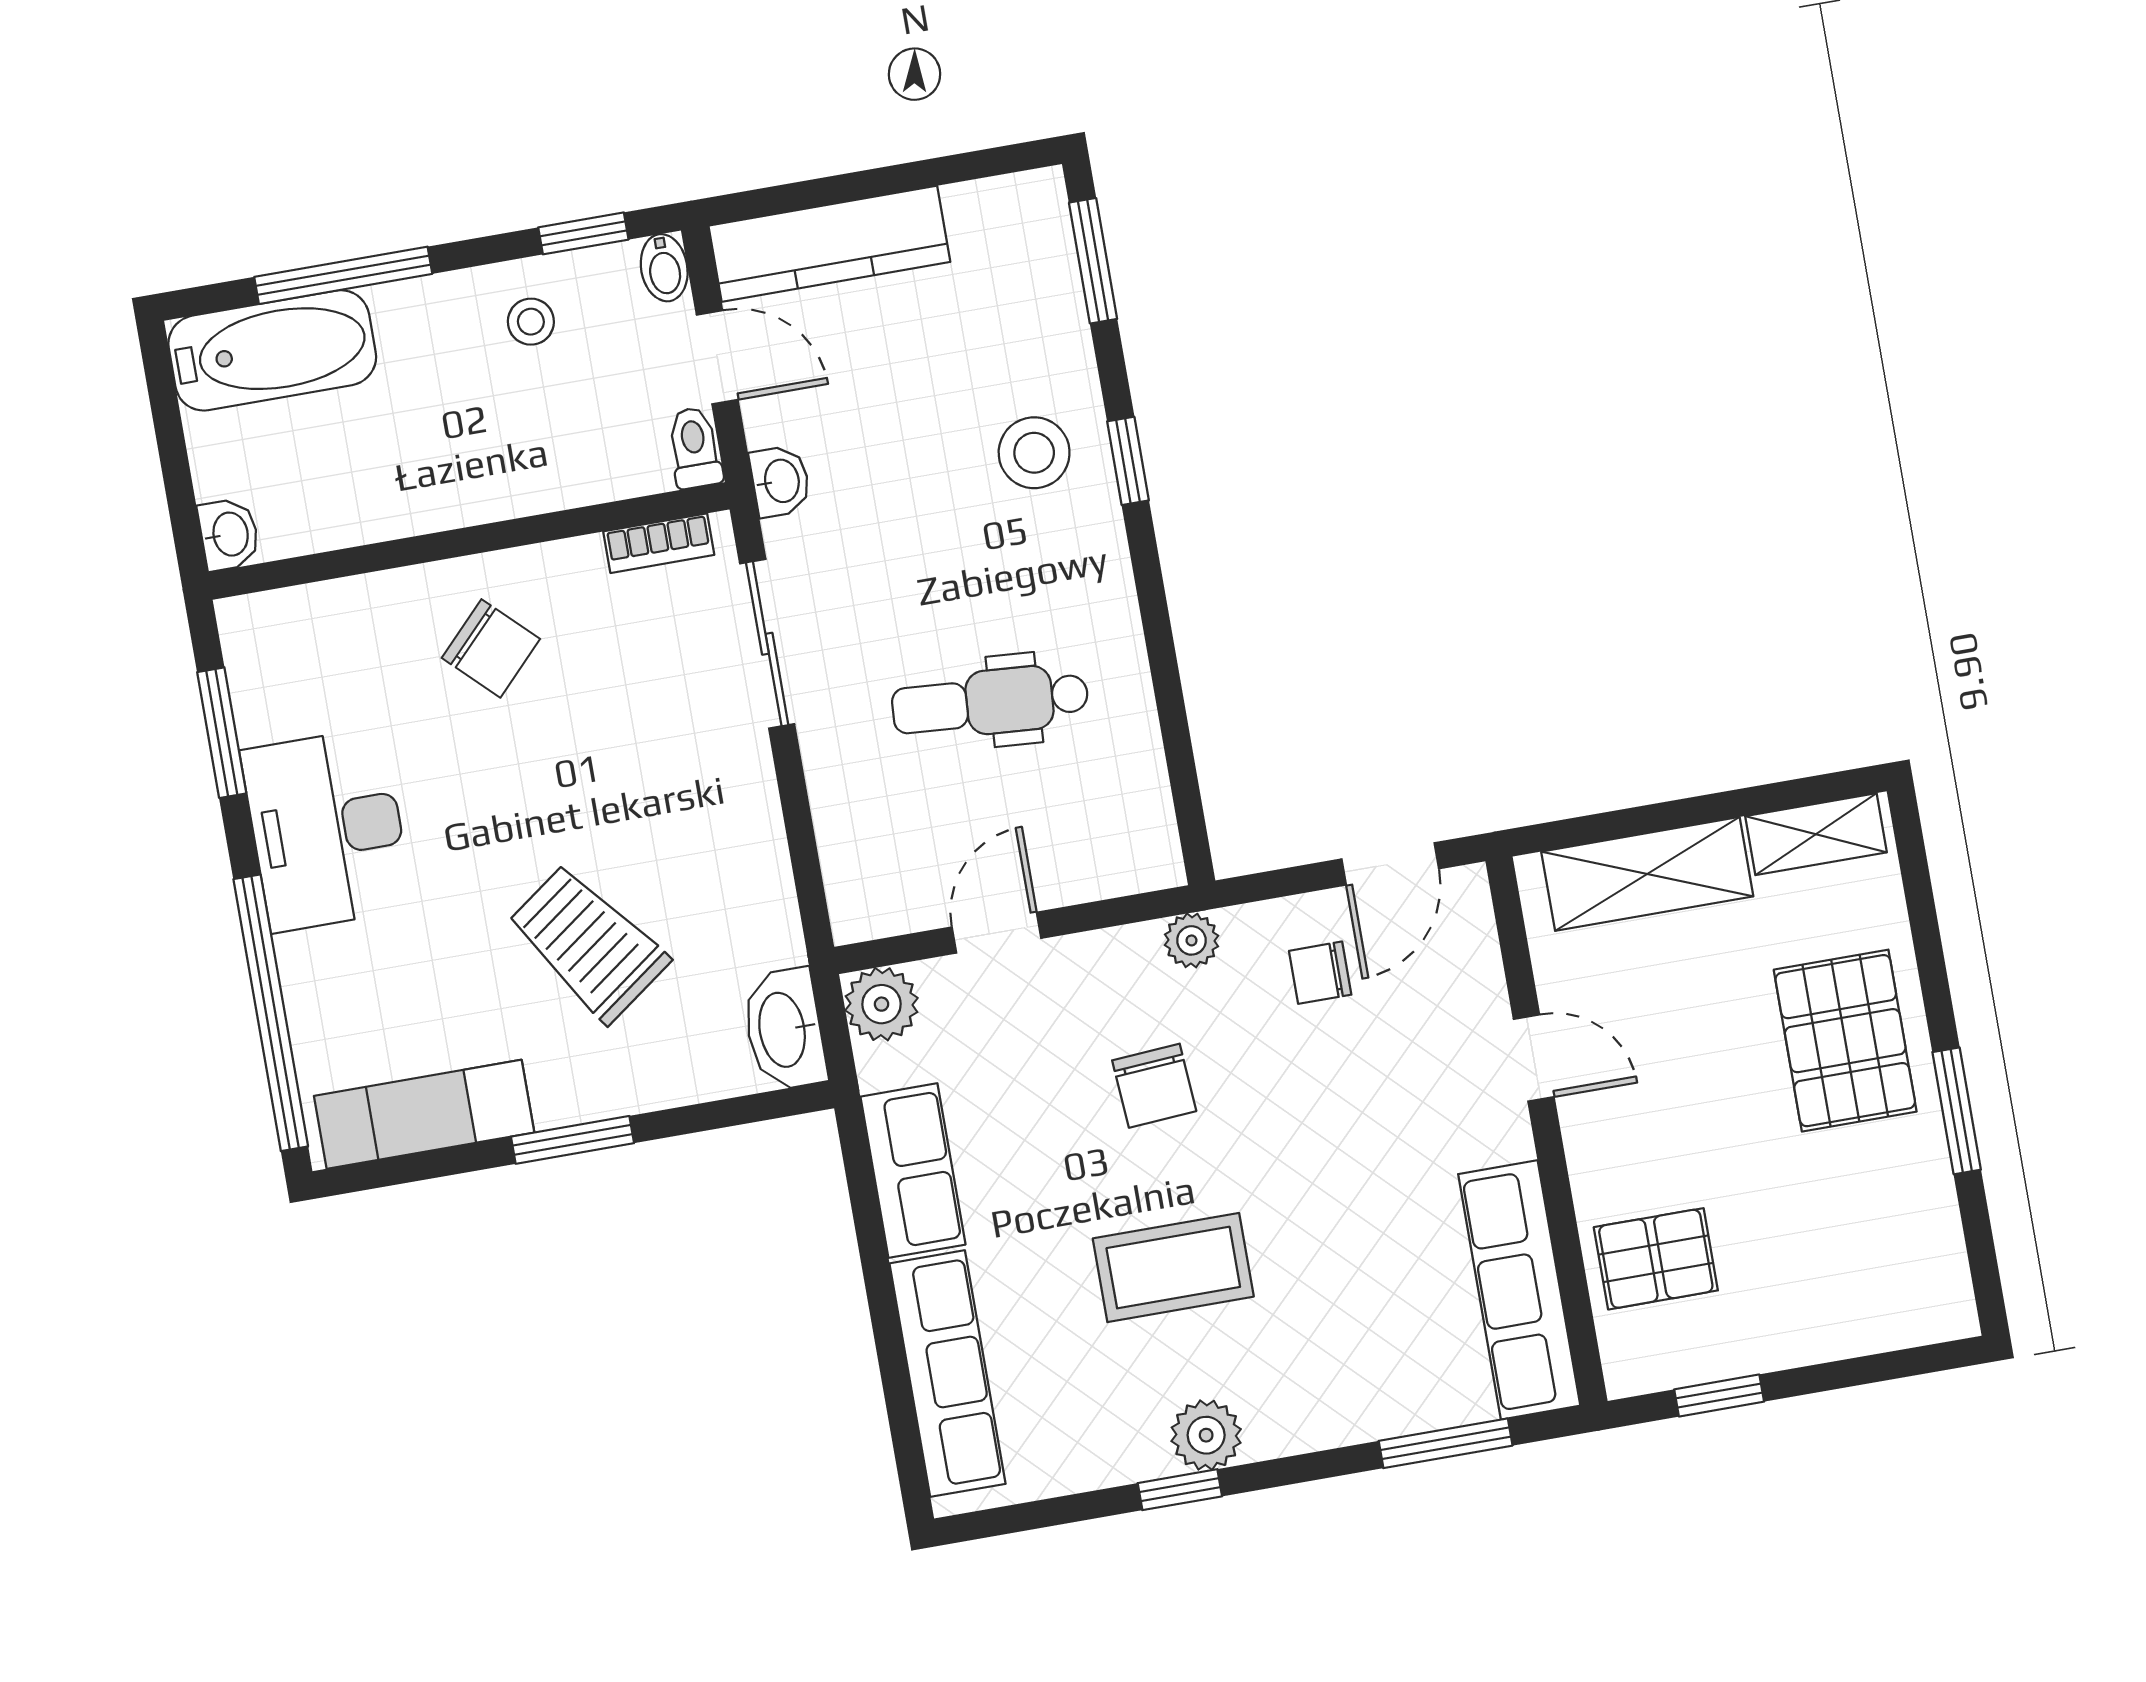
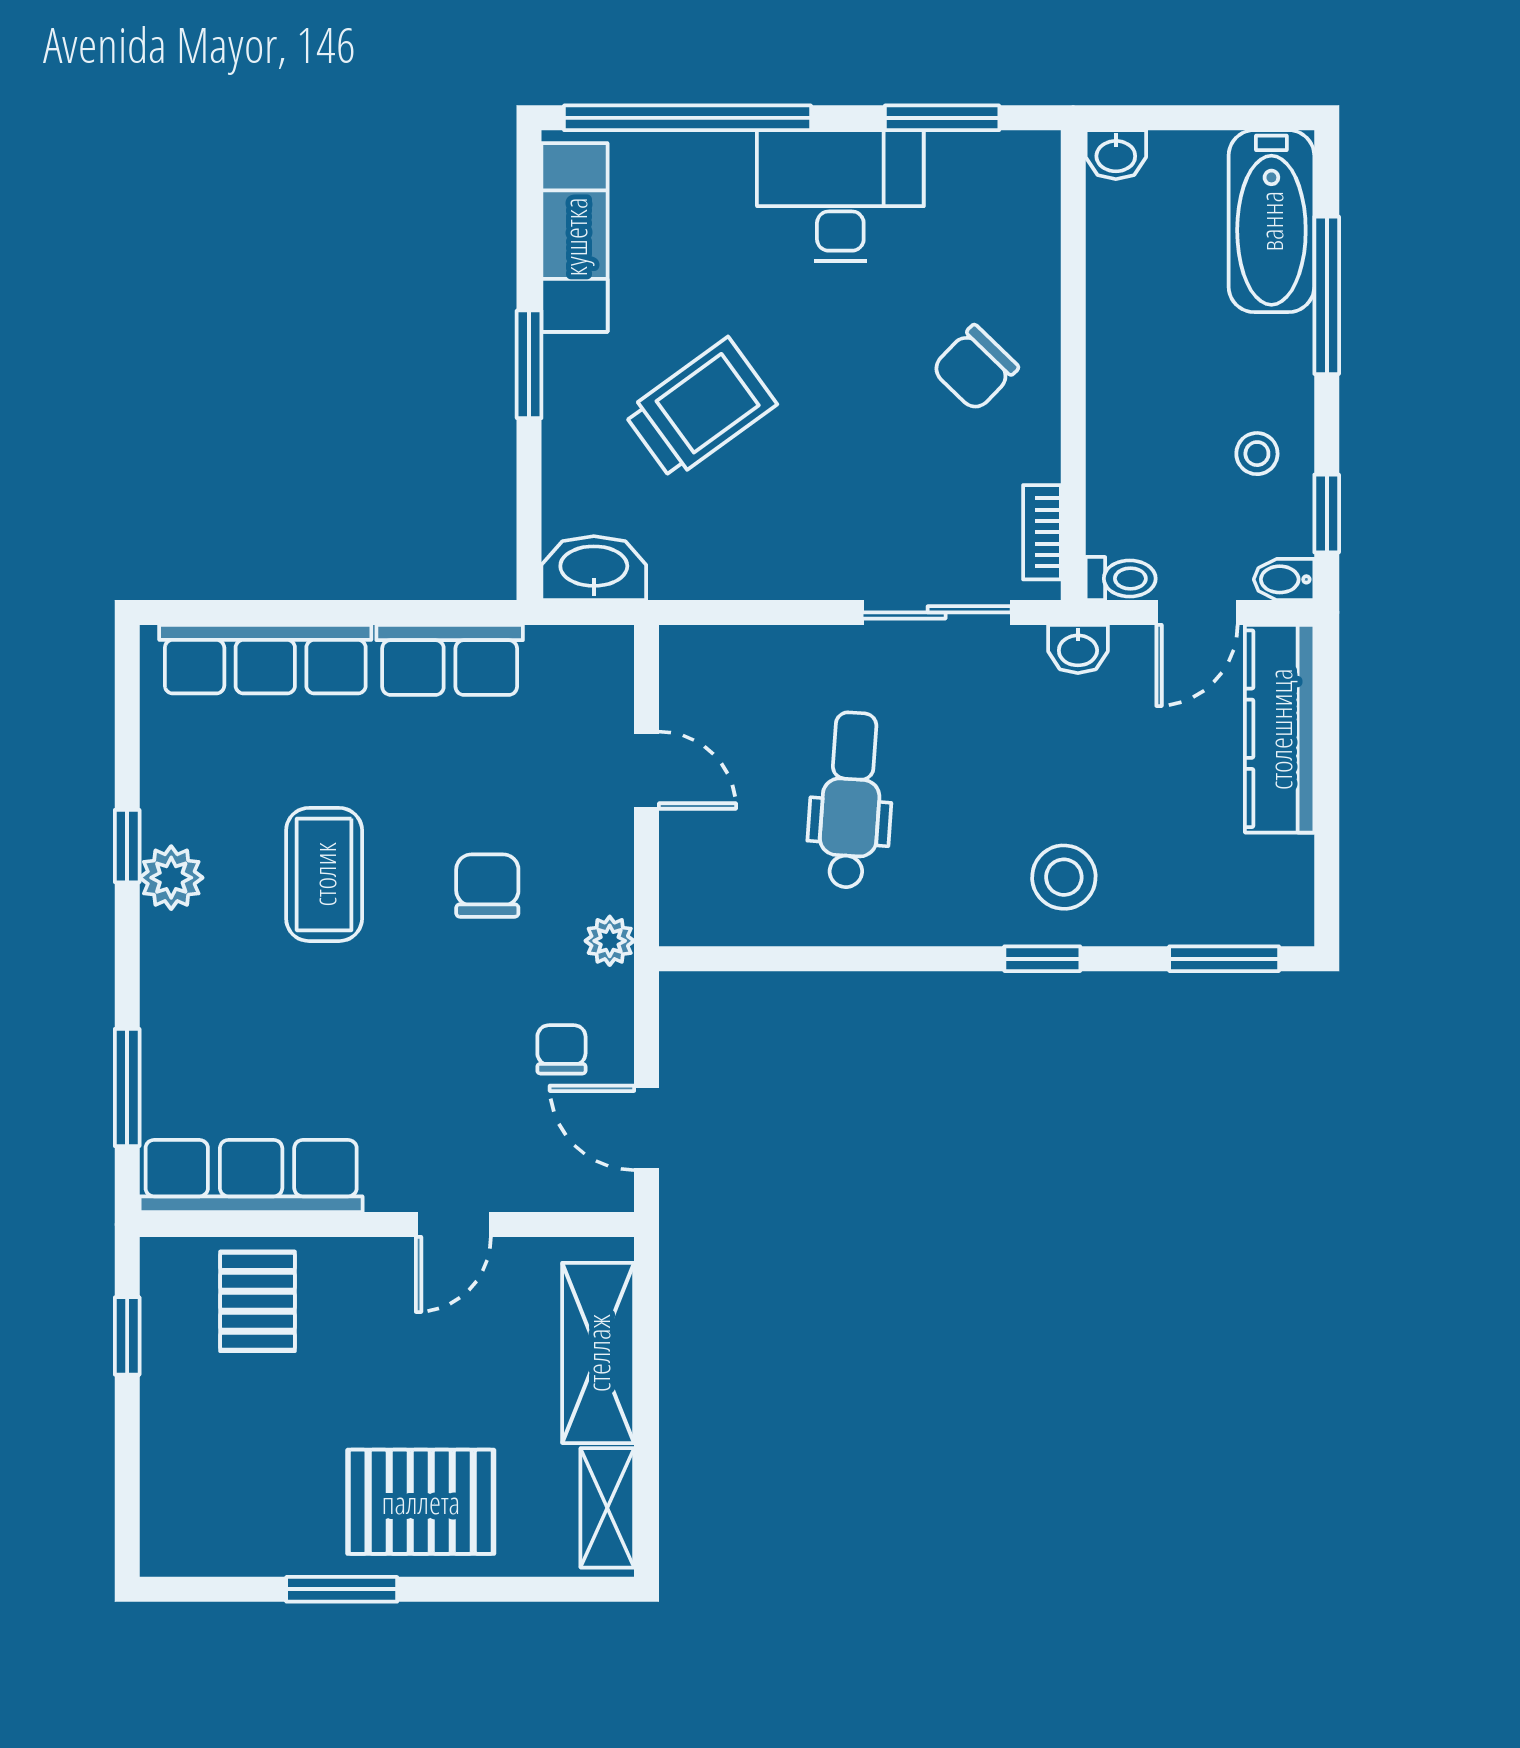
plant: (882, 1004) -> (601, 658), removed
chair: (1154, 1086) -> (487, 886), turned 94

